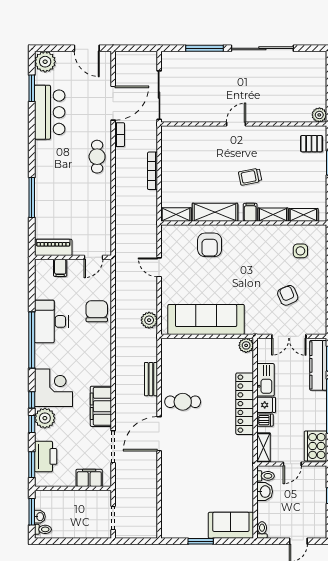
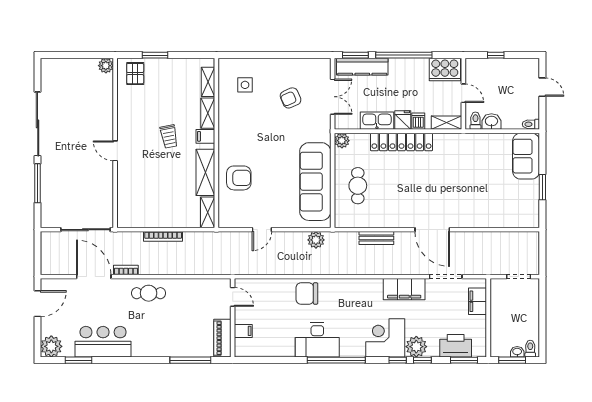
piano: (53, 247) -> (222, 338), moved
wall: (73, 257) -> (233, 318), moved
door: (93, 257) -> (233, 297), moved
filing cabinet: (60, 268) -> (243, 331), moved
cafe table: (183, 402) -> (358, 186), moved

